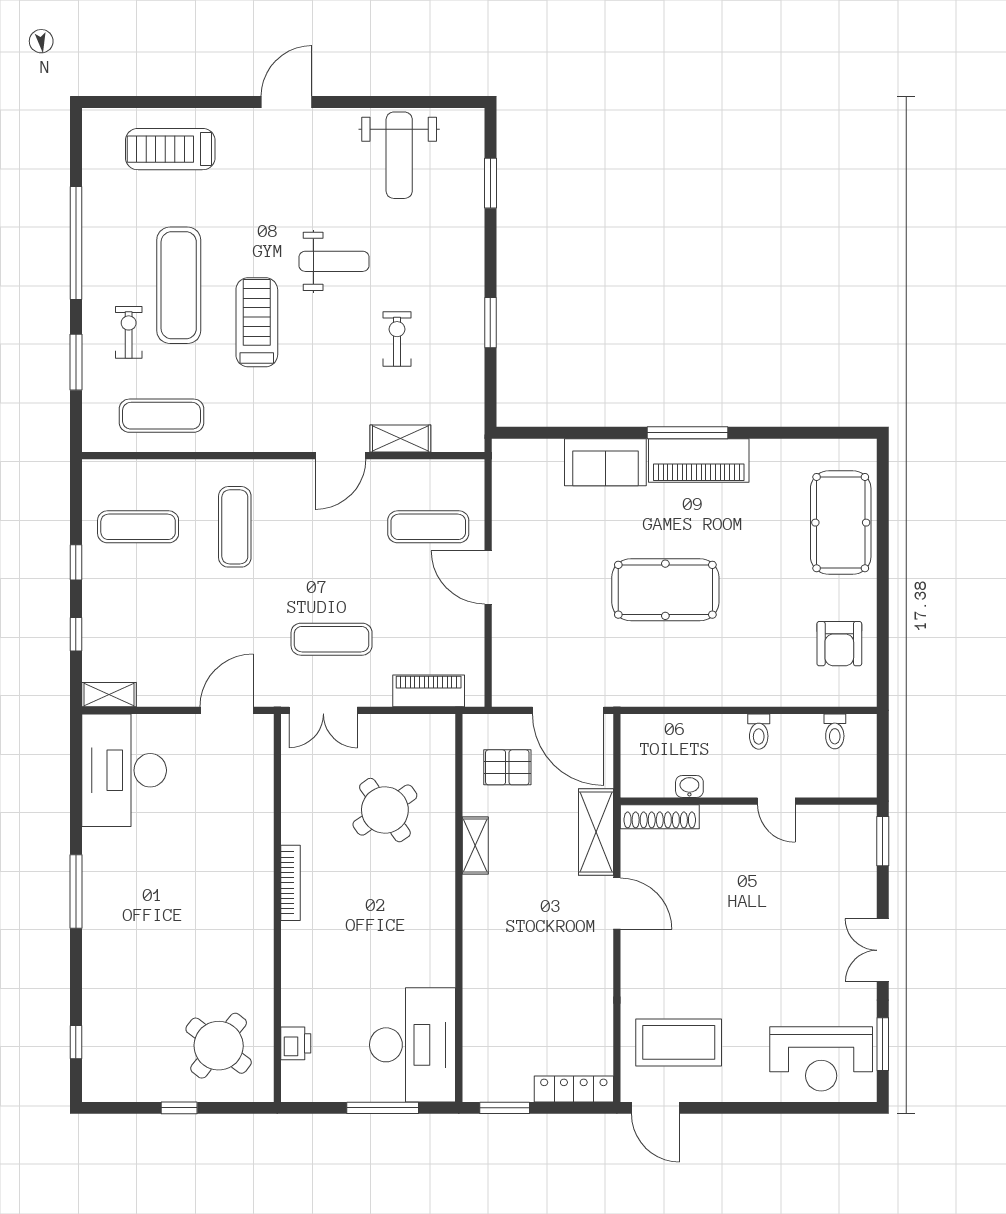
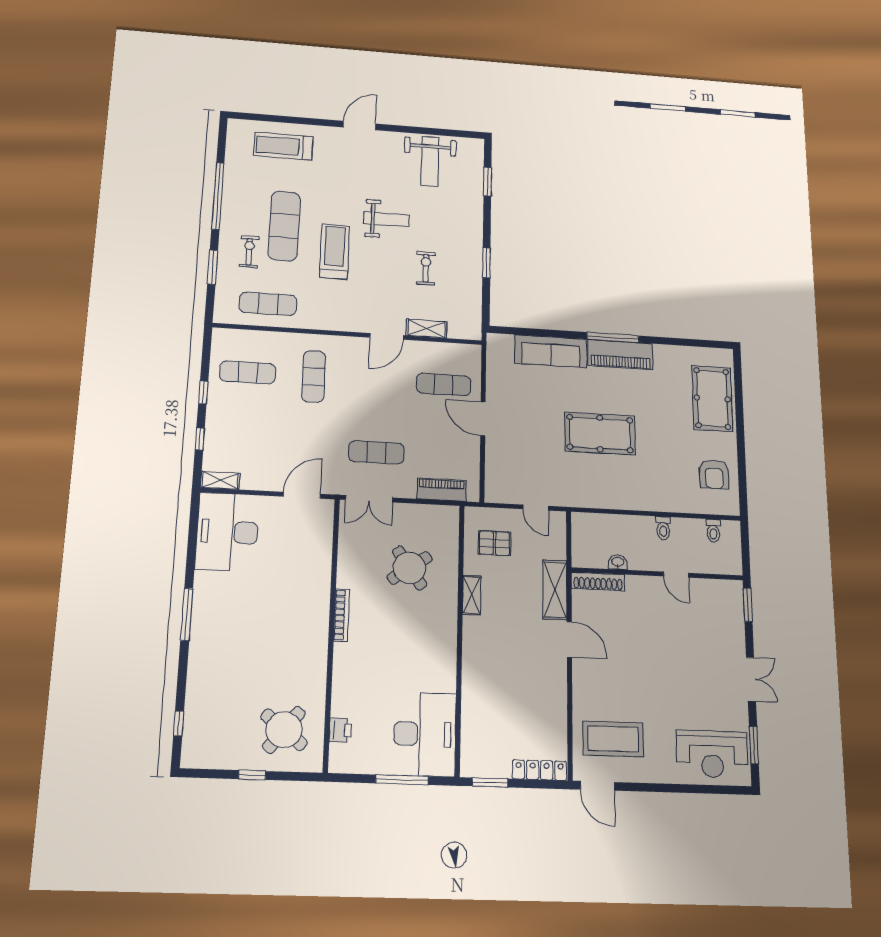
sofa: (605, 462) -> (551, 351), width x1.36
door: (568, 710) -> (536, 508), width x0.53
double door: (883, 950) -> (751, 679), swing flipped

